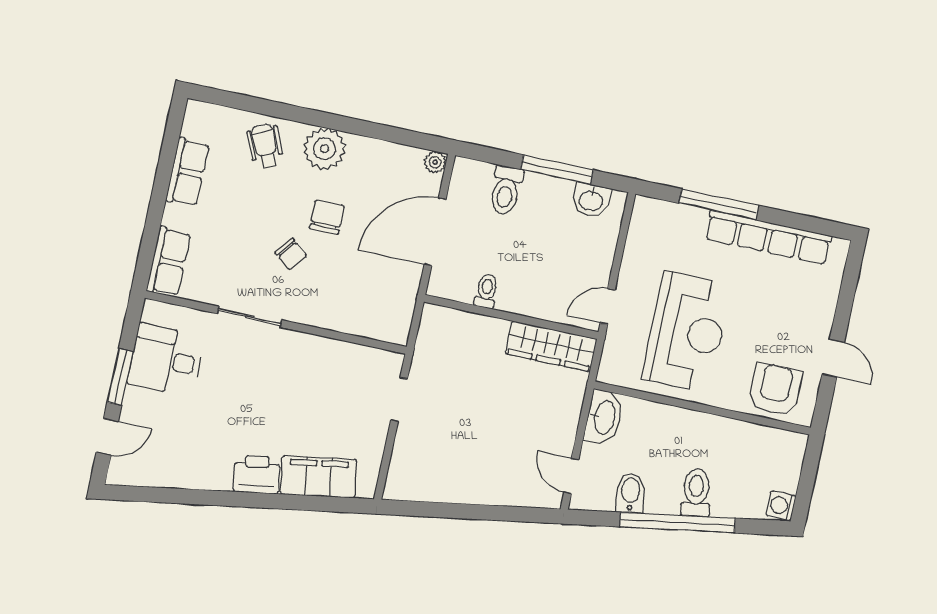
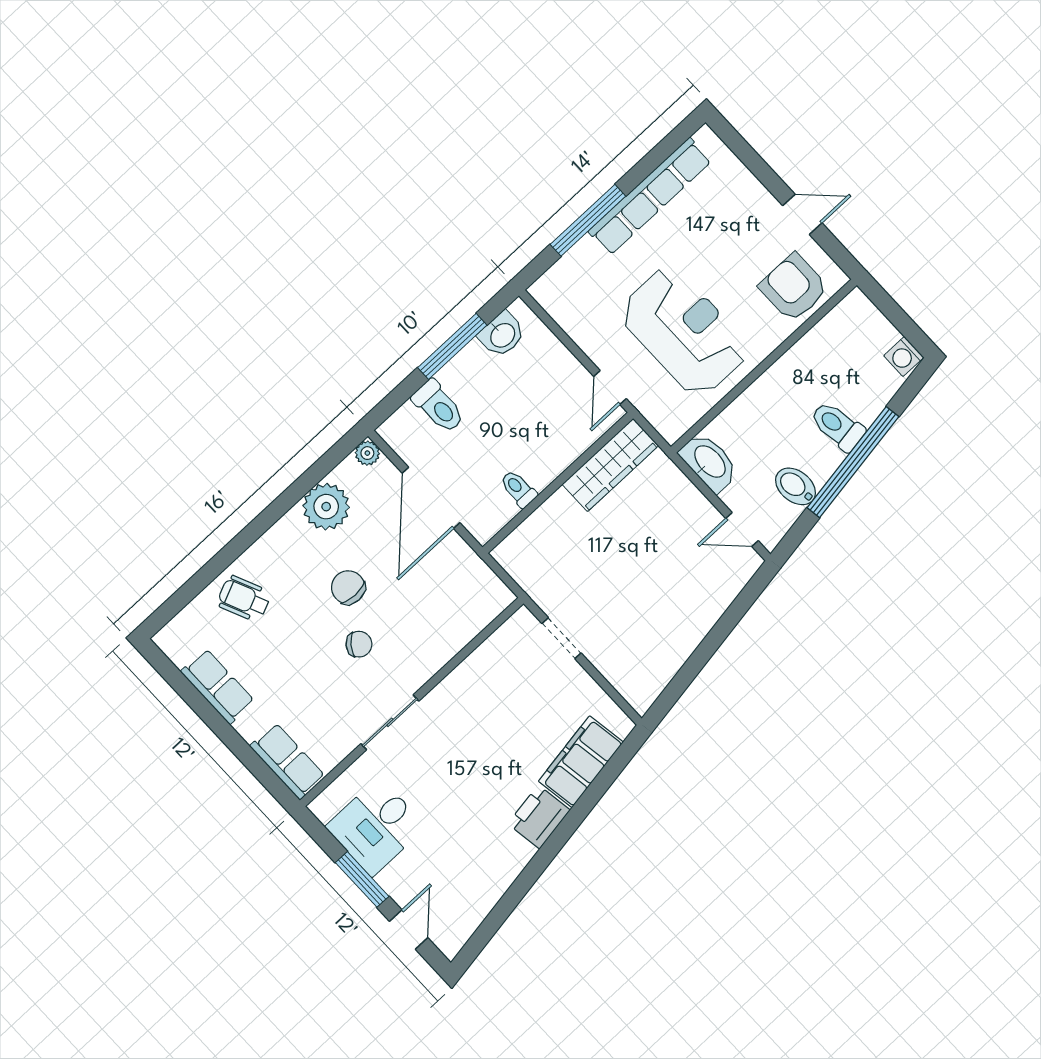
plant: (324, 149) -> (326, 507), moved

